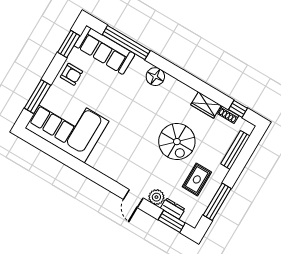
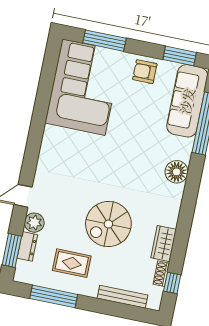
armchair: (71, 74) -> (145, 72), turned 90

